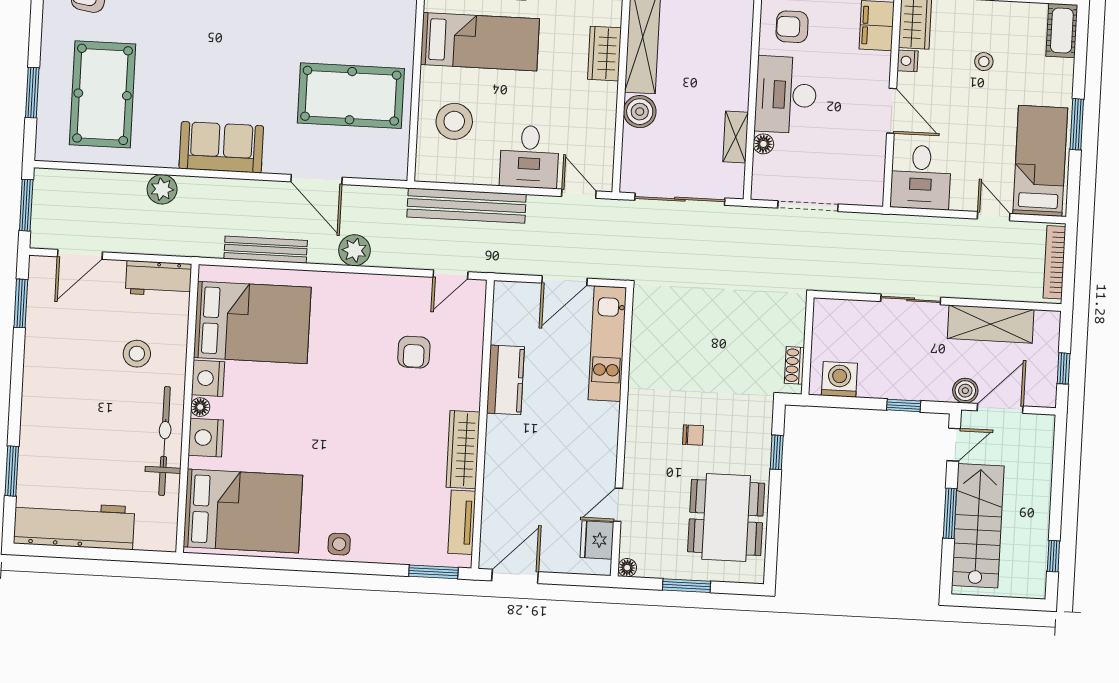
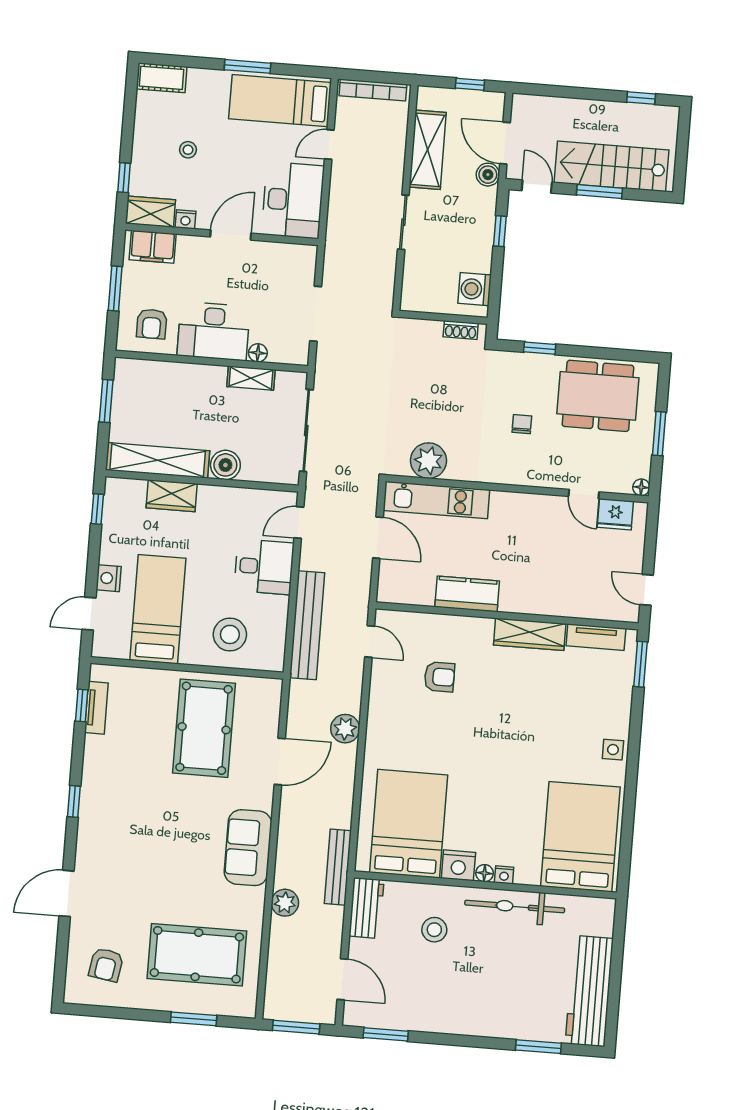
desk: (921, 177) -> (293, 200), width x1.37
bench: (266, 250) -> (338, 867), moved
plant: (650, 334) -> (428, 461), added
nightstand: (206, 438) -> (504, 875), width x0.53, depth x0.56
door: (515, 576) -> (647, 590), width x0.73

